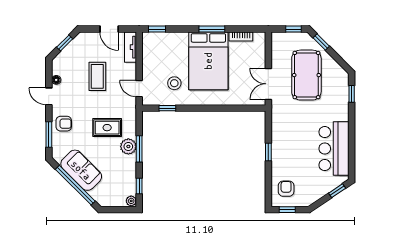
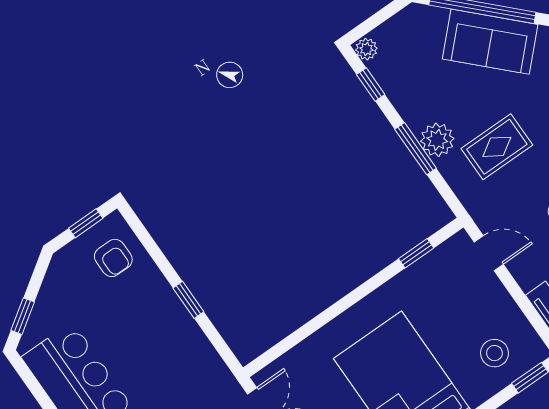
stool: (174, 83) -> (494, 353), moved

